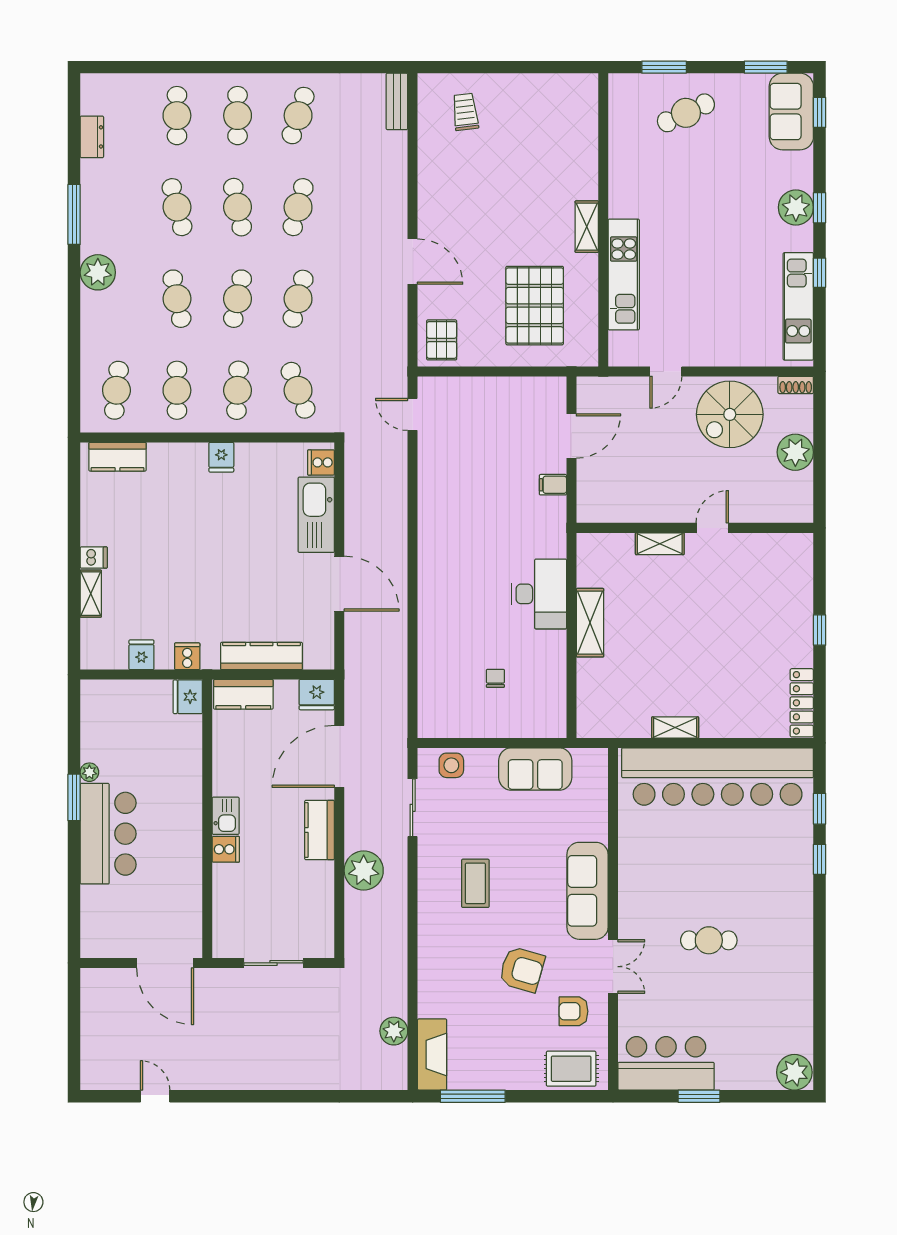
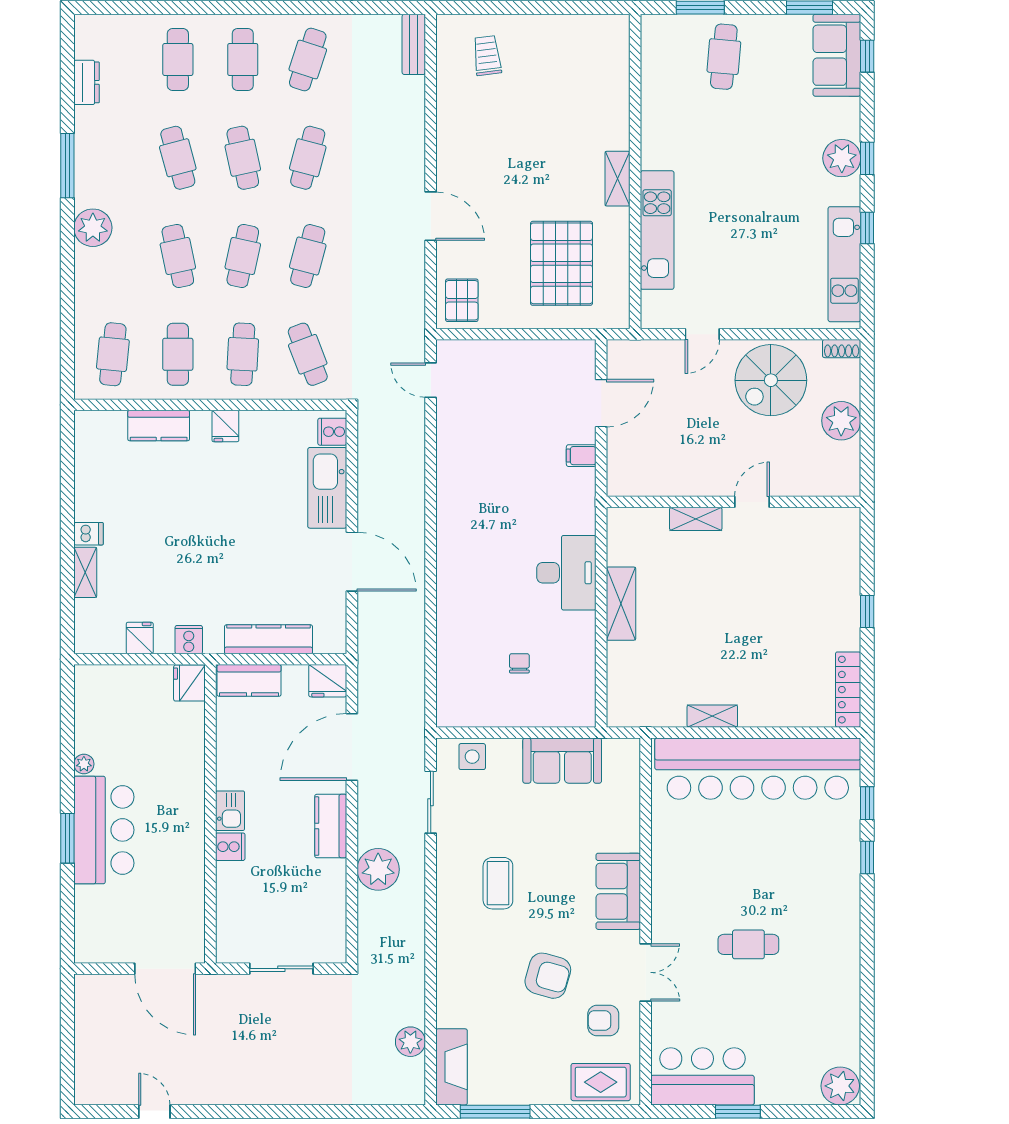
cafe table: (686, 113) -> (724, 57), turned -60
kitchen counter: (118, 457) -> (159, 426), moved
window: (74, 797) -> (67, 838), moved
sofa: (587, 891) -> (618, 891), width x0.73

